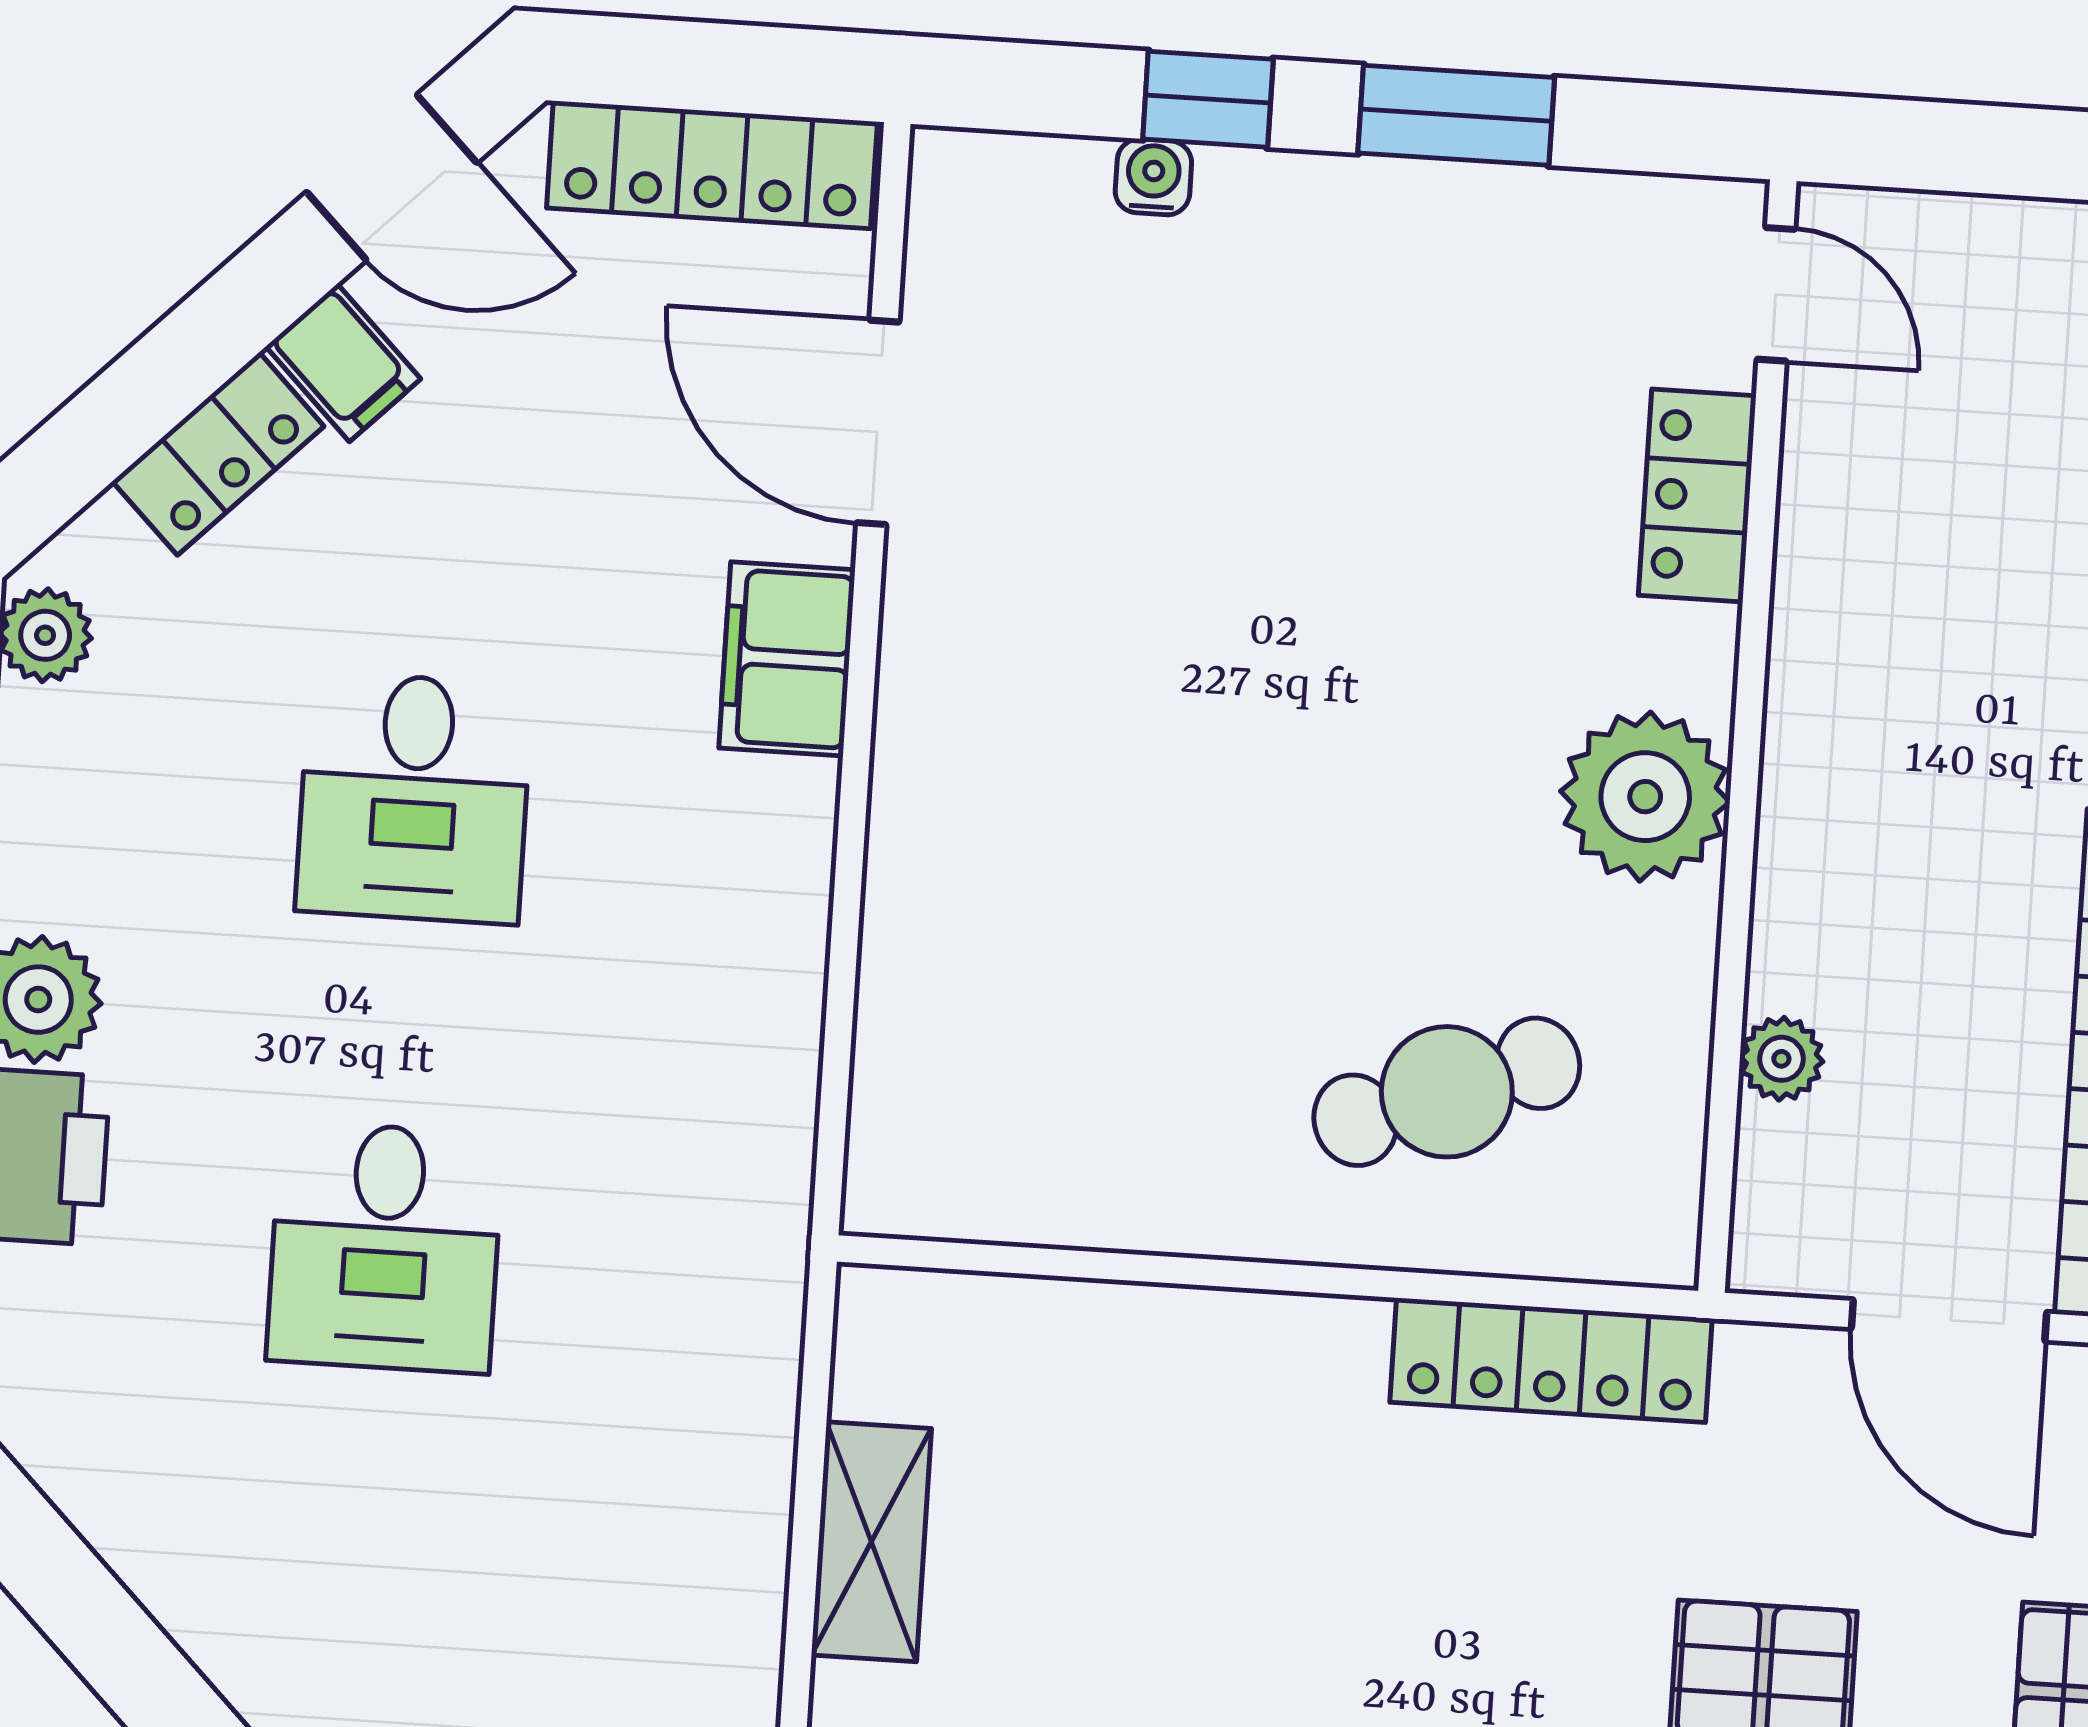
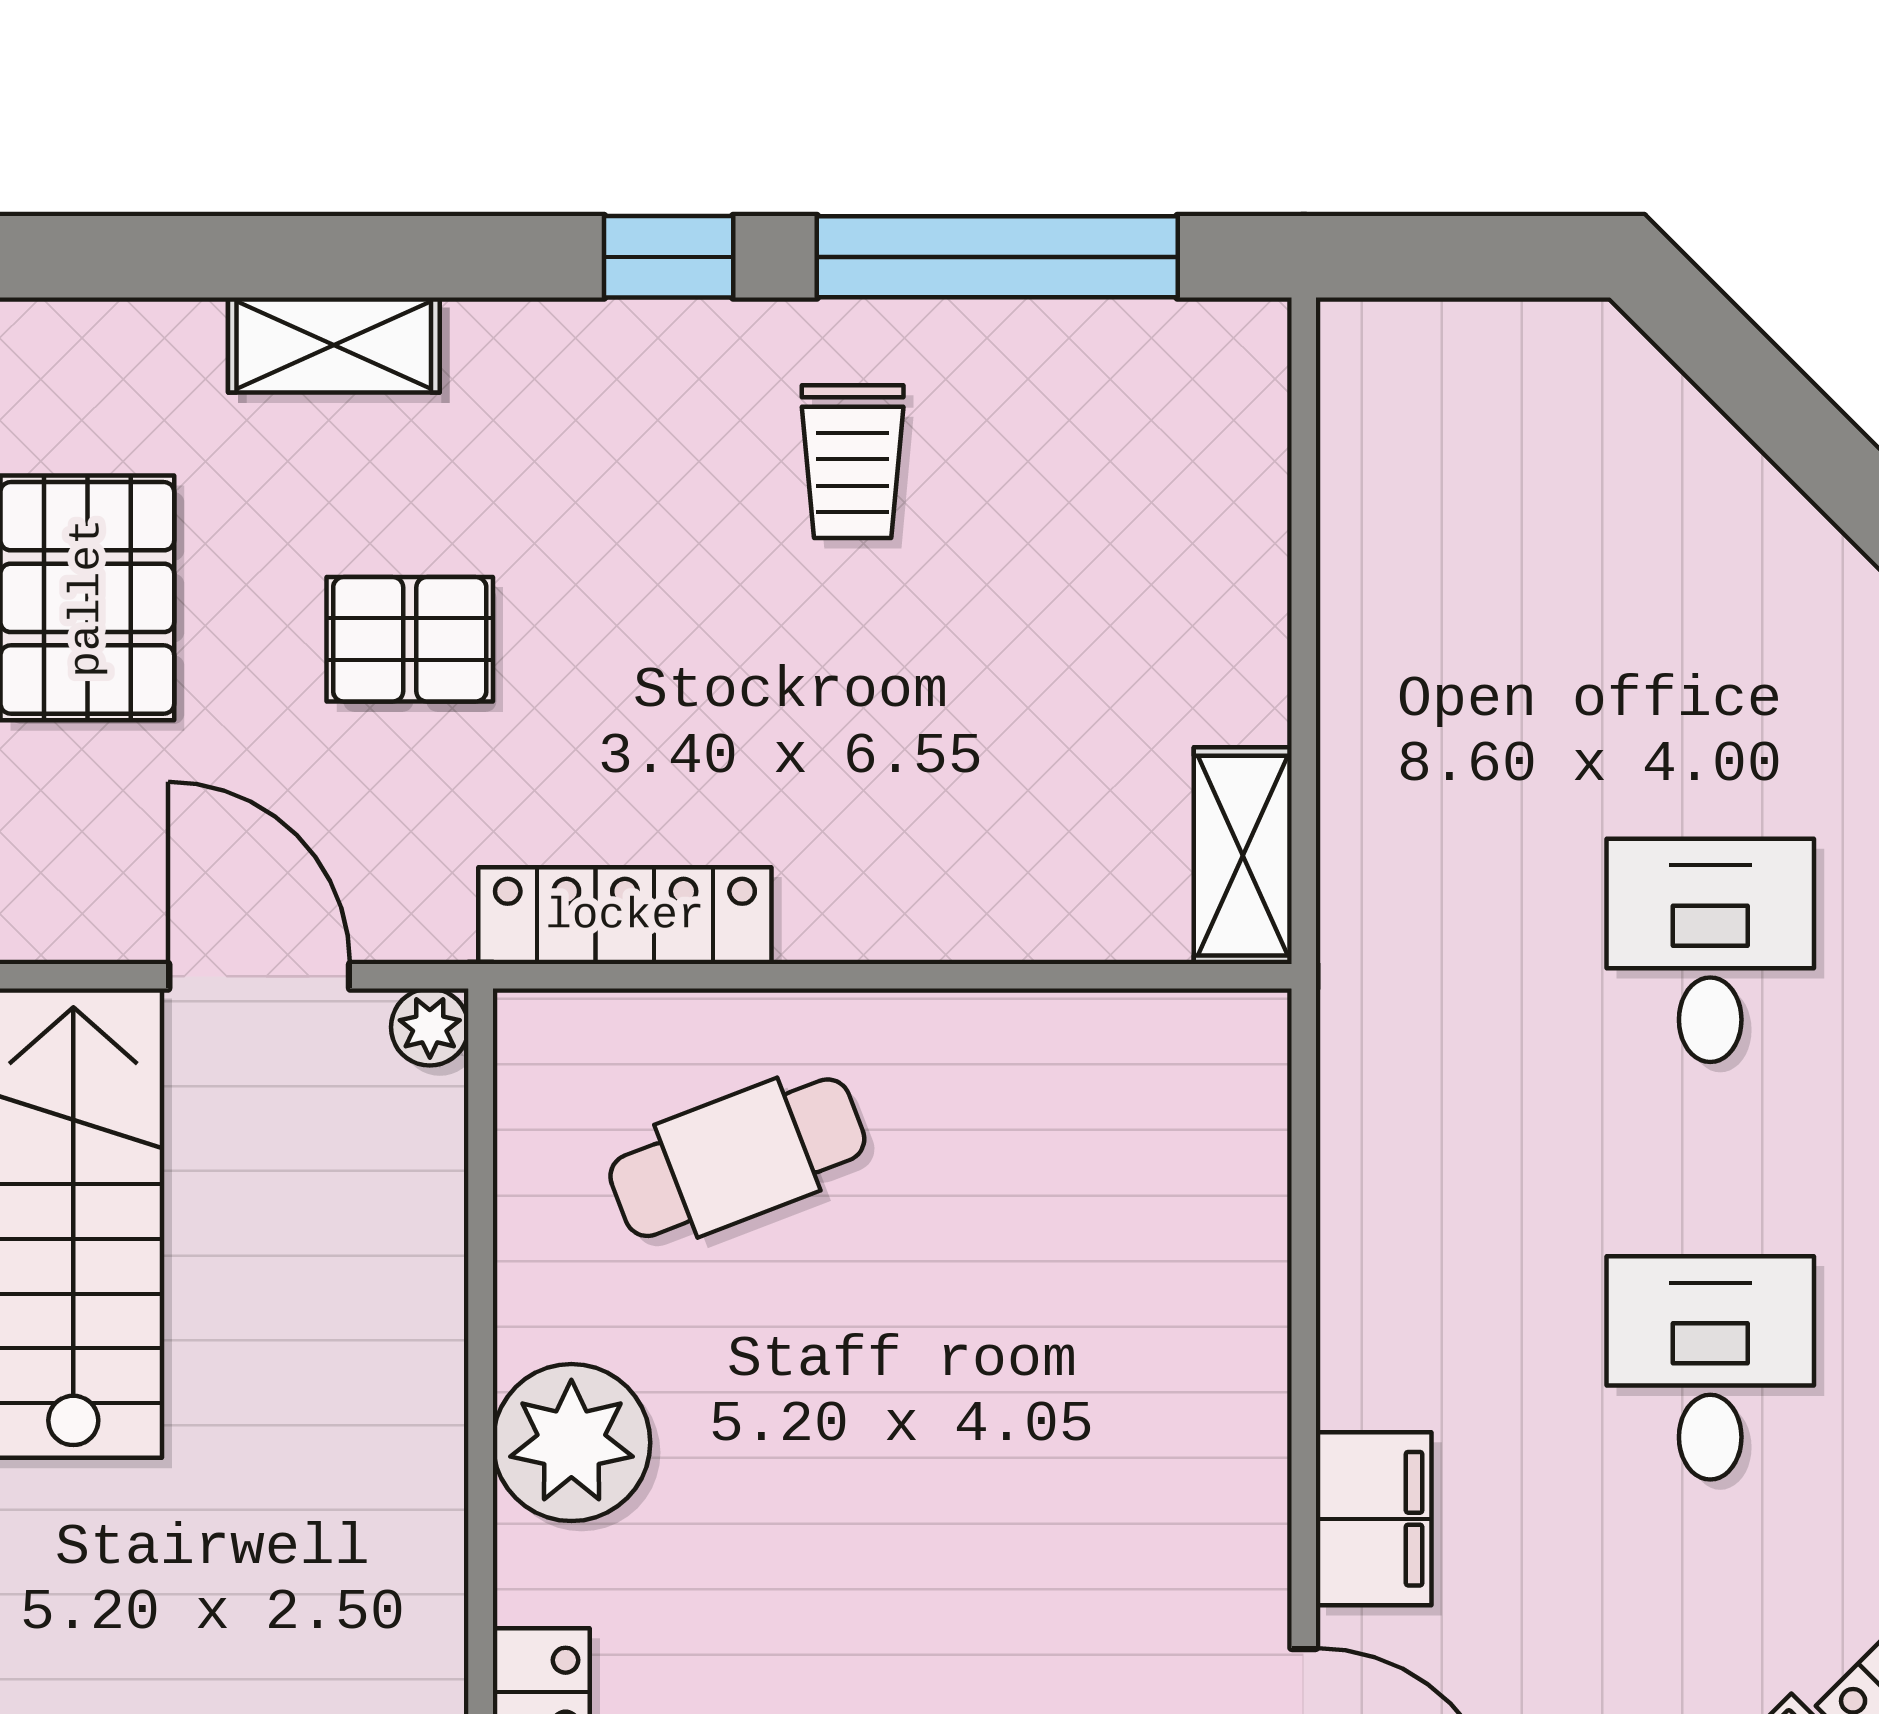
plant: (1781, 1059) -> (430, 1027), moved
shelving: (871, 1542) -> (1243, 856), moved

